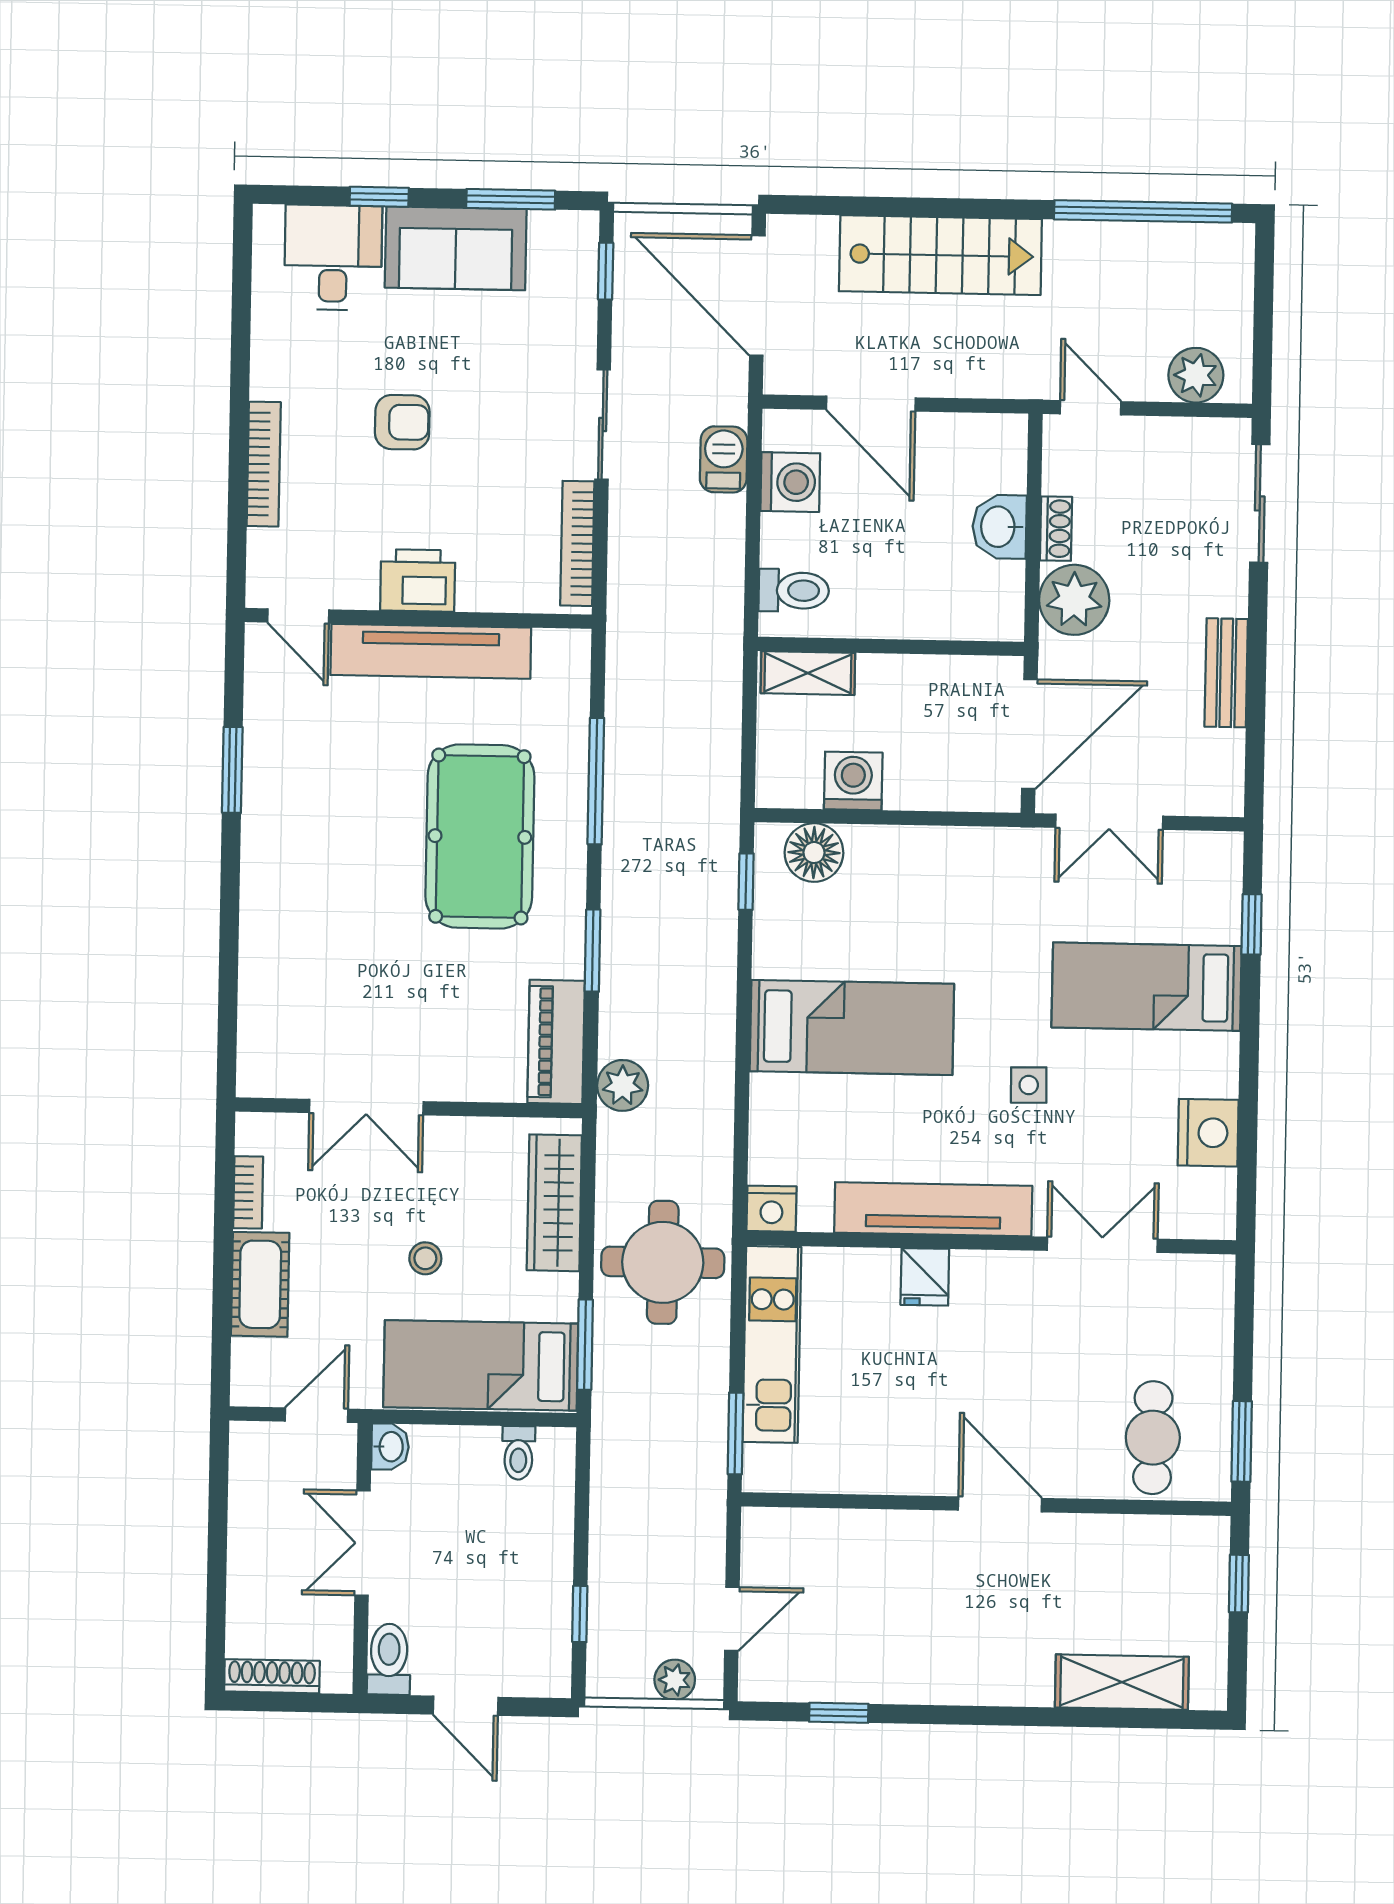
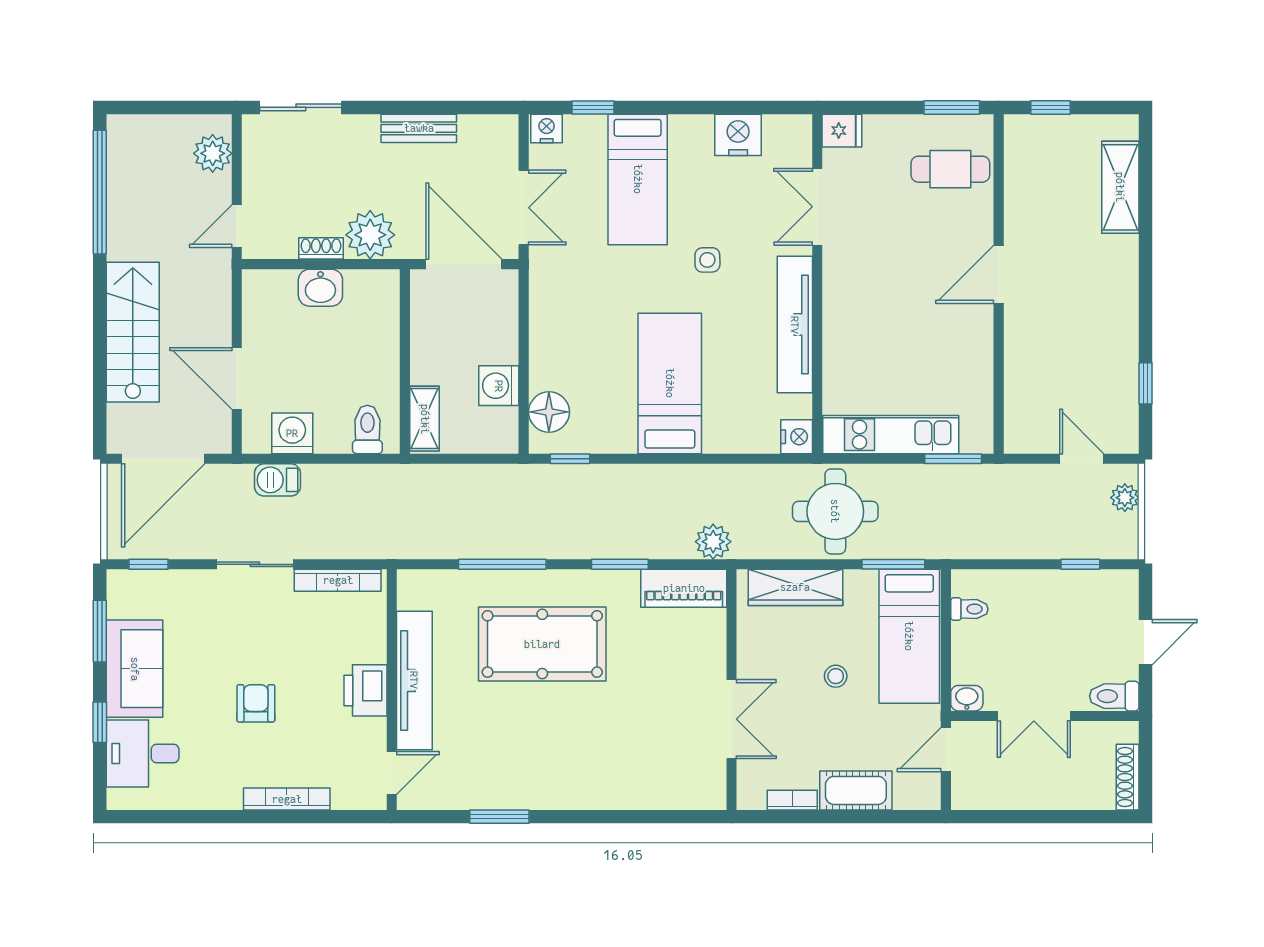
door: (871, 404) -> (237, 379), swing flipped
nightstand: (1223, 857) -> (547, 128), added
fridge: (925, 1277) -> (842, 131), moved
door: (316, 1415) -> (946, 750), hinge flipped

